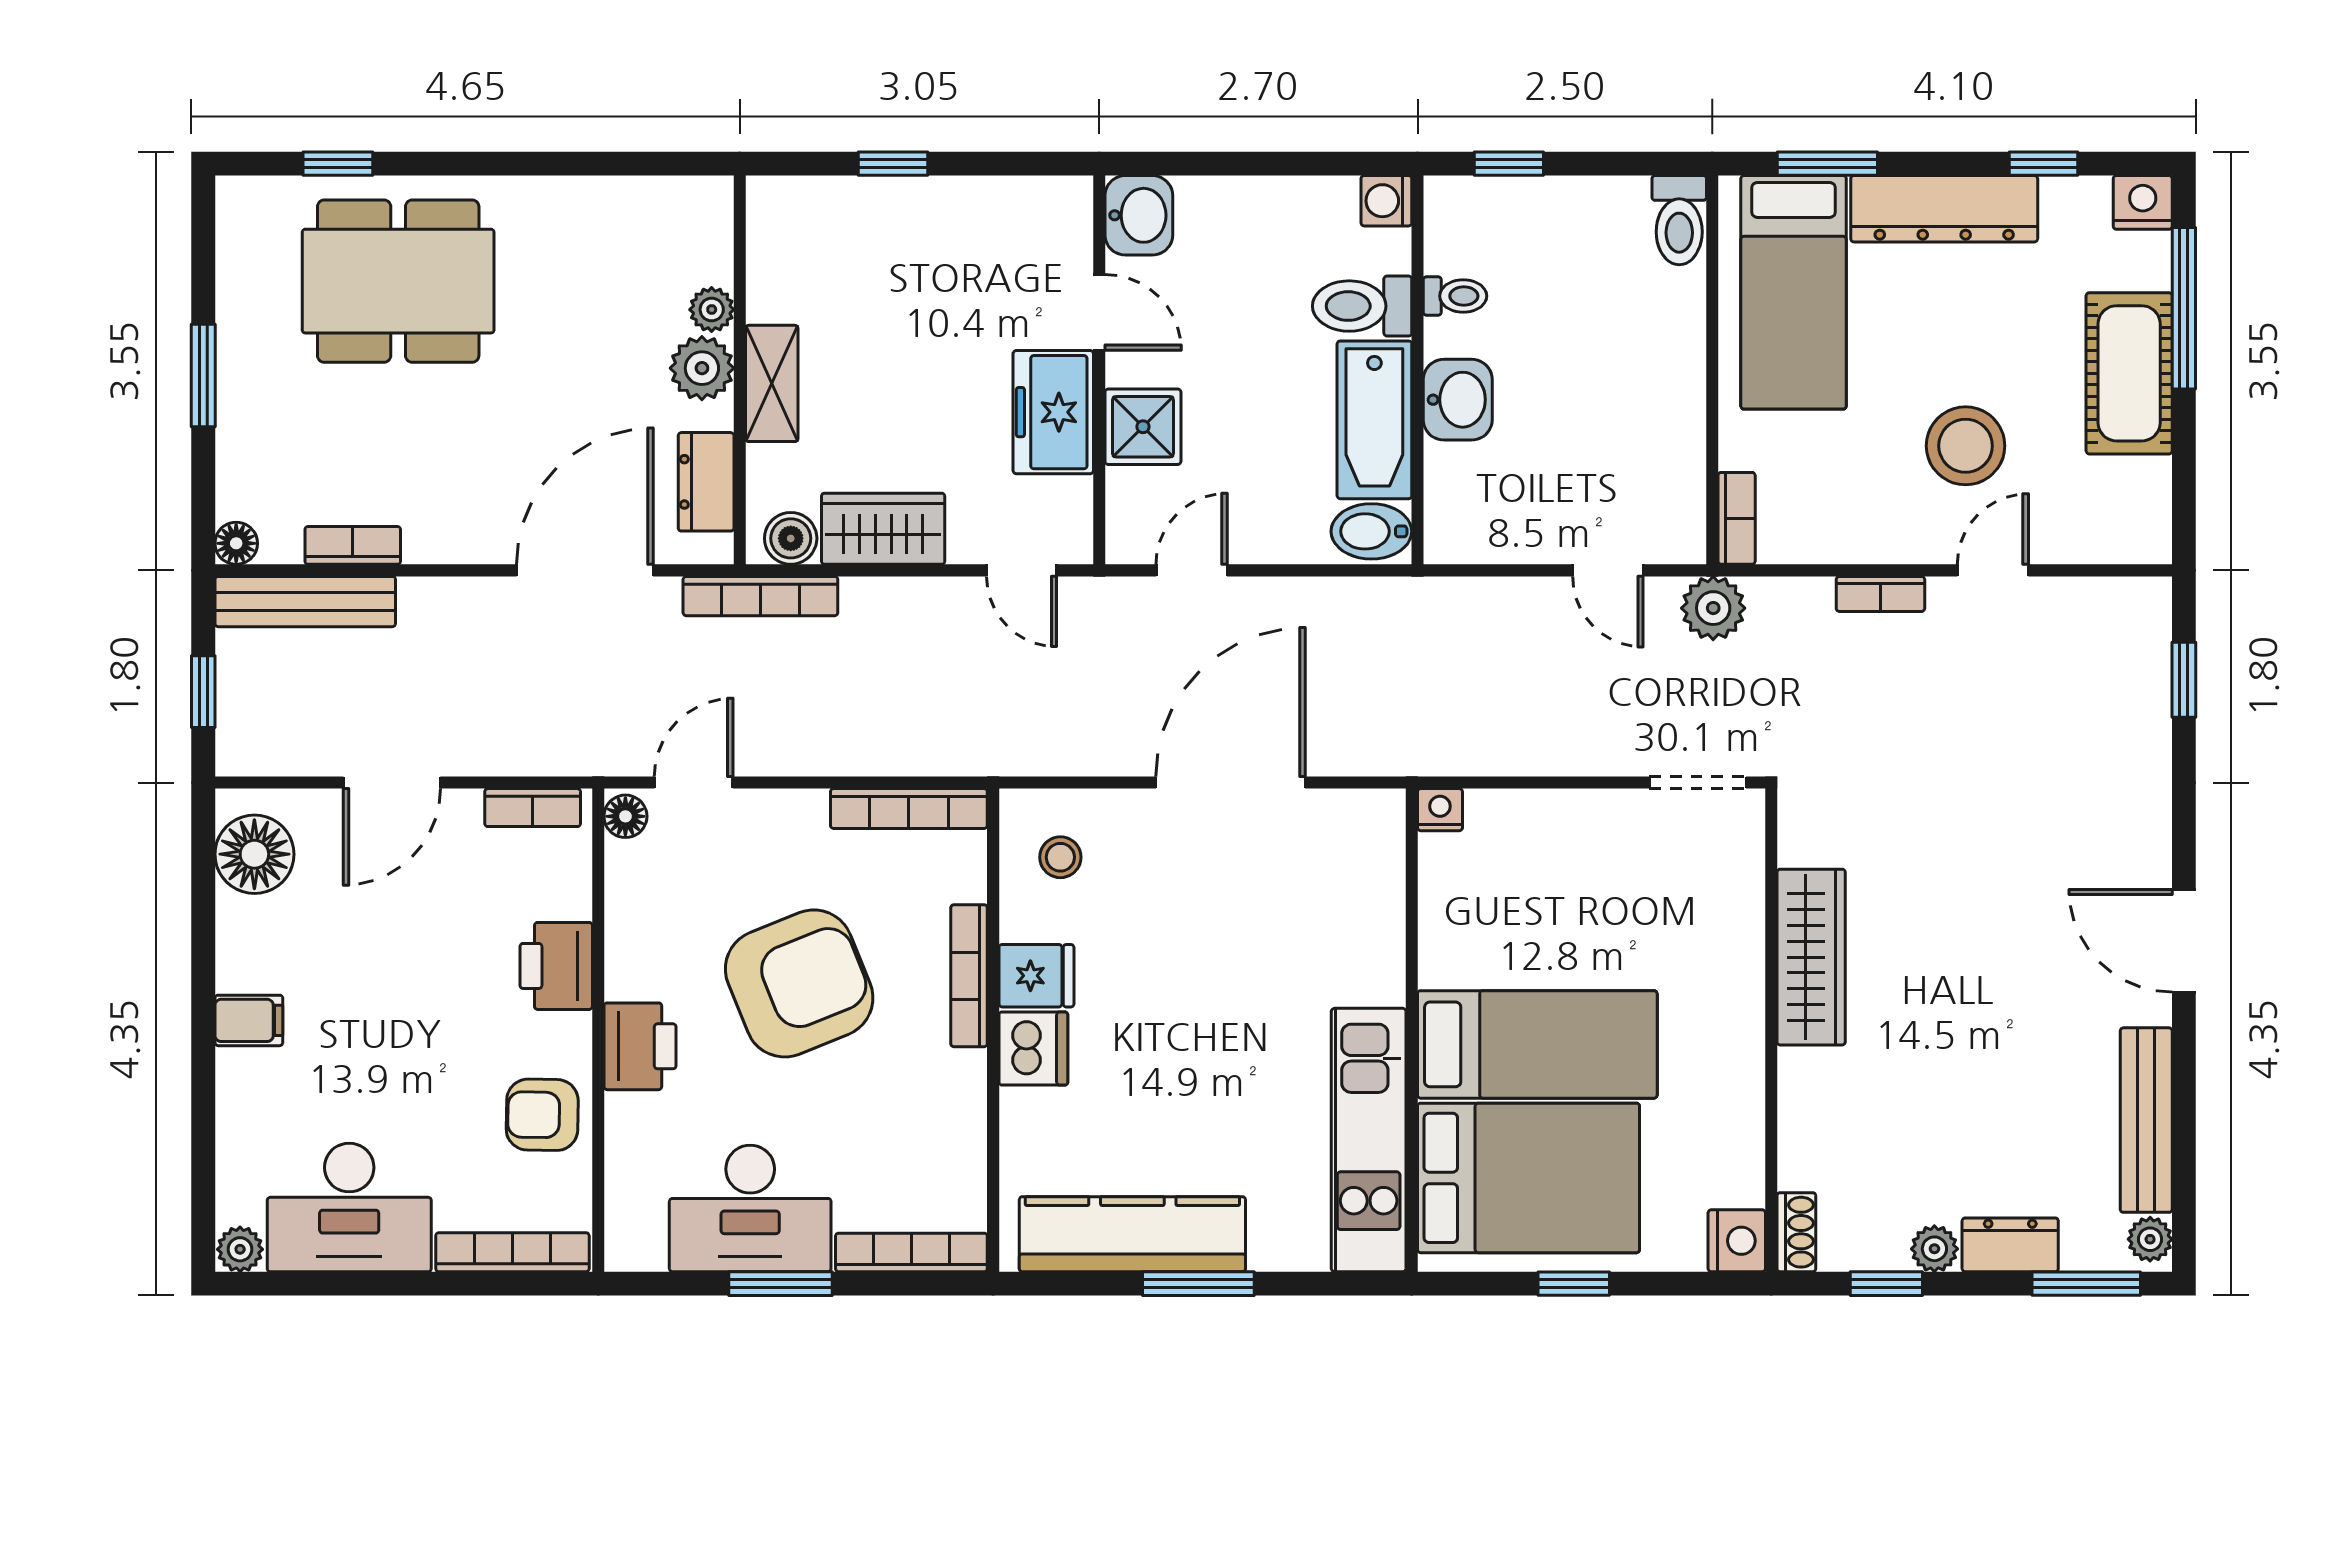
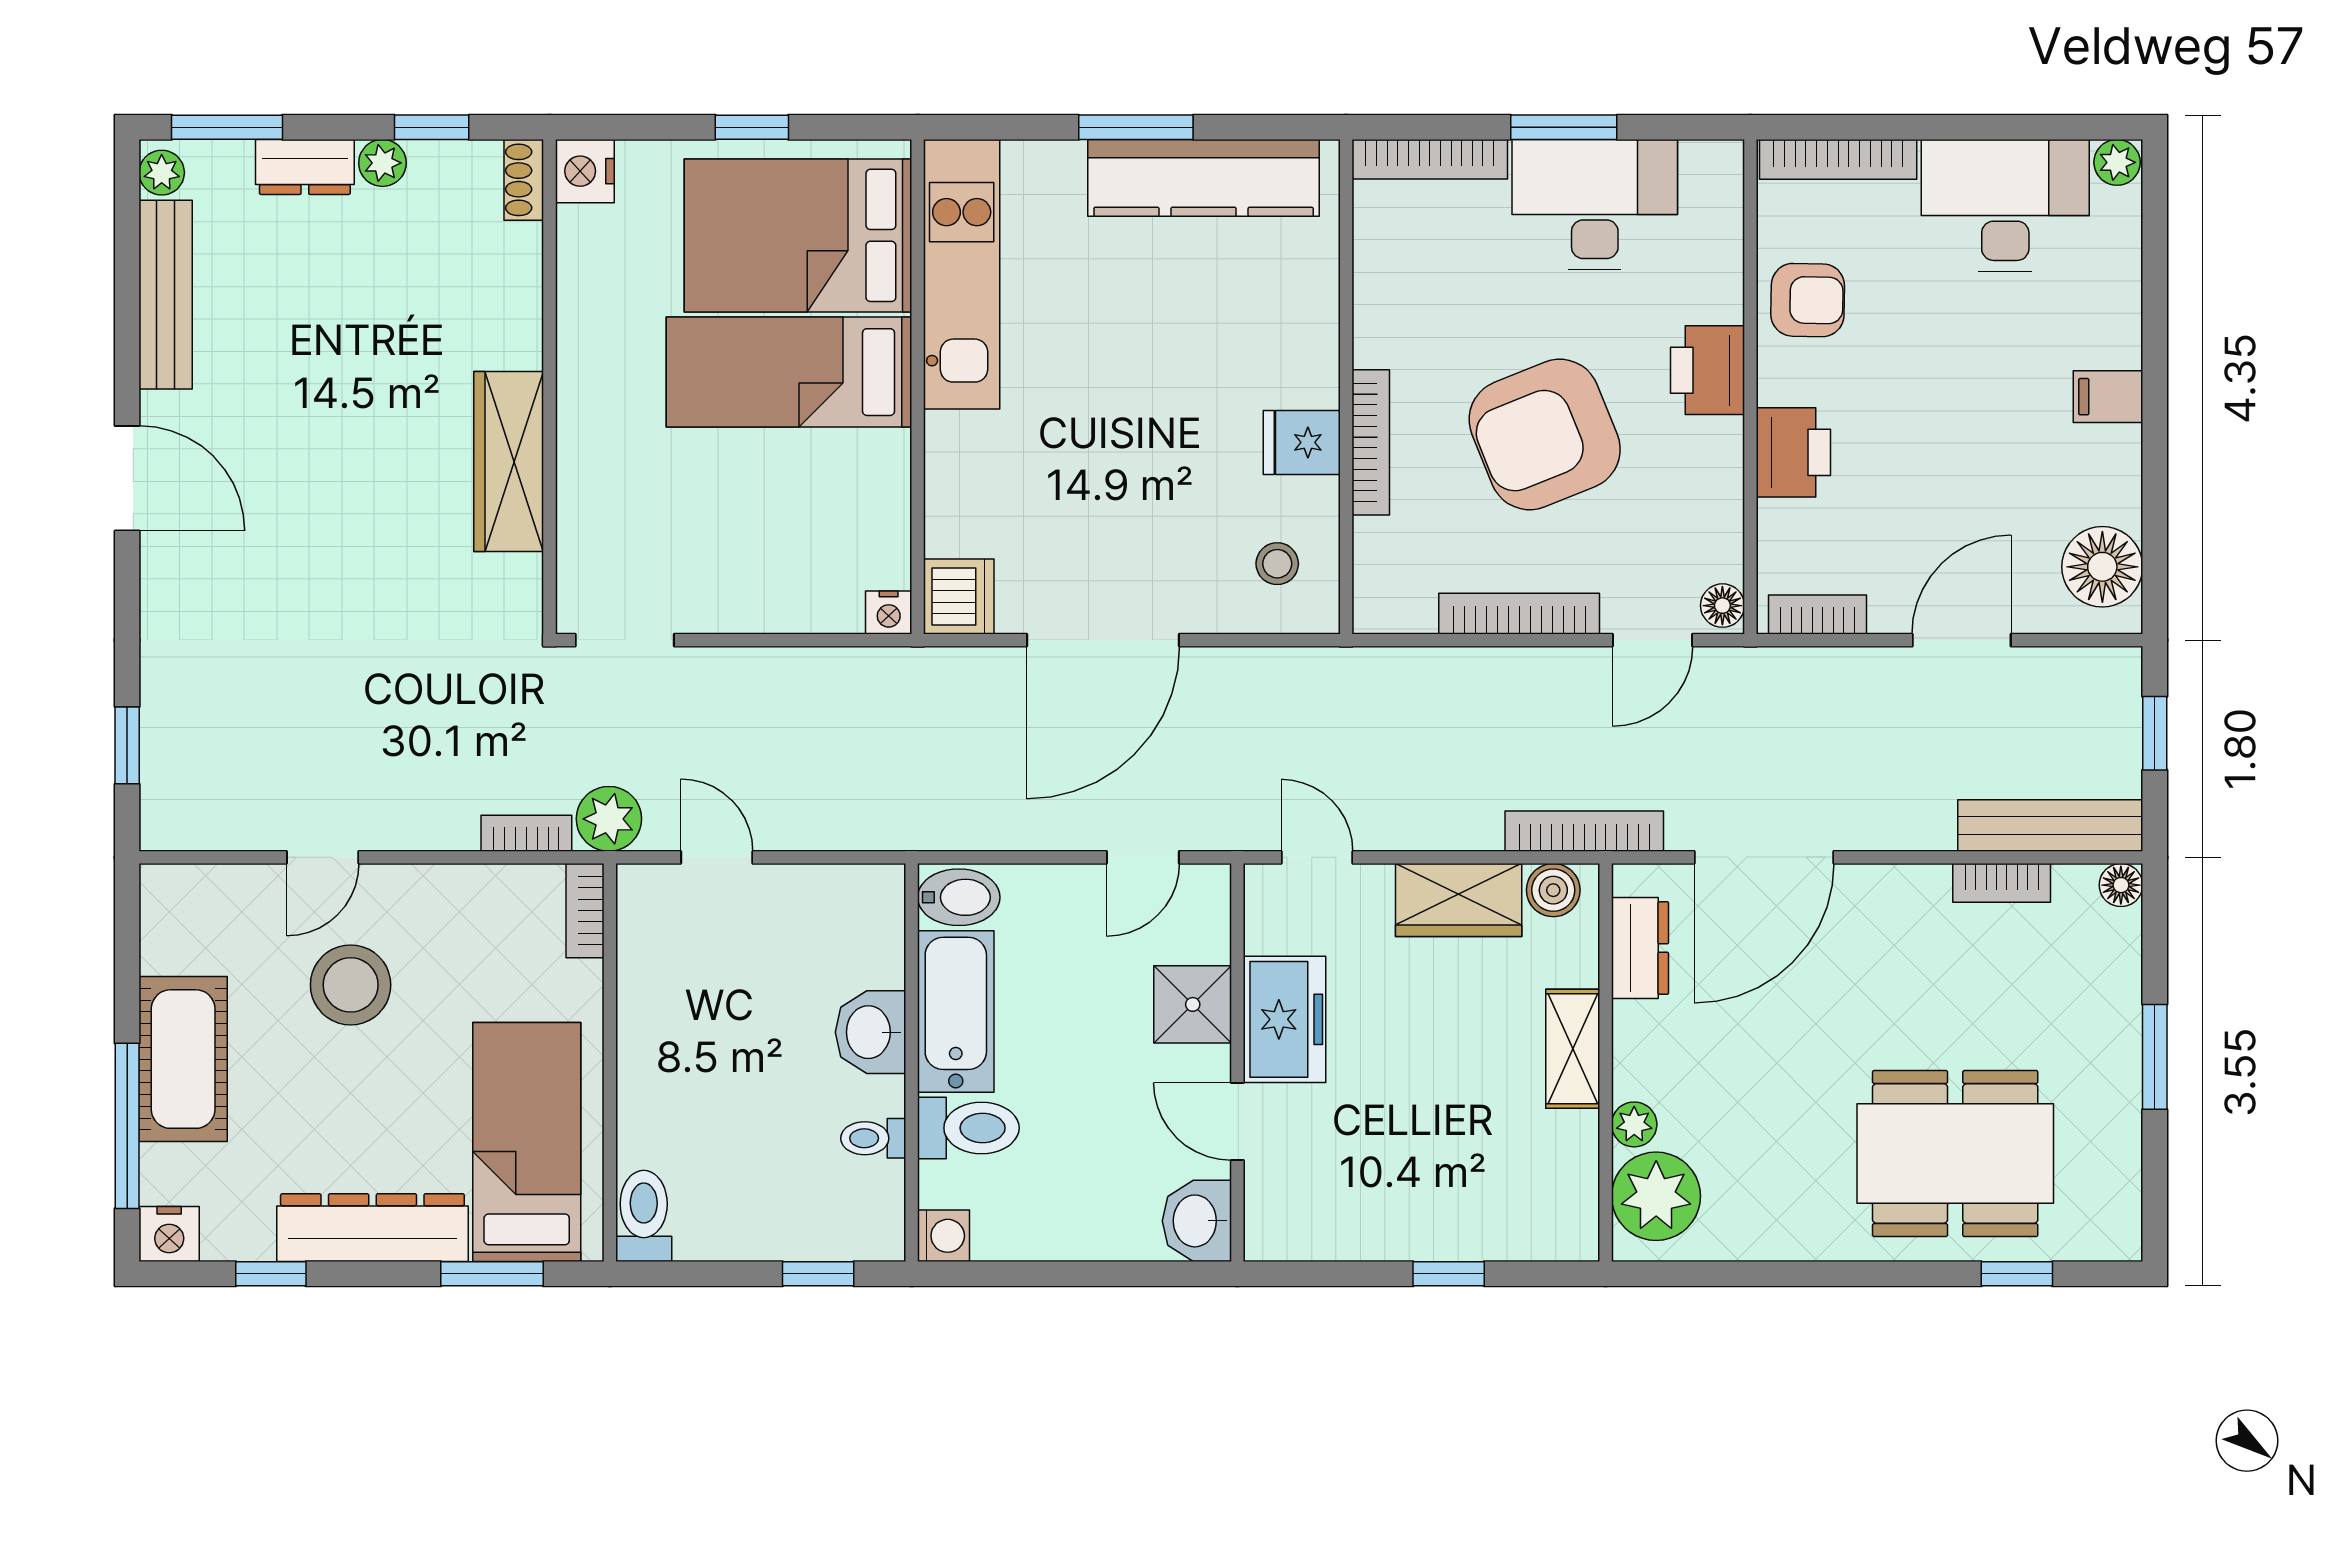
plant: (702, 368) -> (1656, 1196), moved, width x1.36, depth x1.36
bookcase: (1880, 594) -> (526, 833), moved
bookcase: (909, 809) -> (1519, 614), moved
dishwasher: (1033, 1048) -> (959, 597), moved, turned 180

